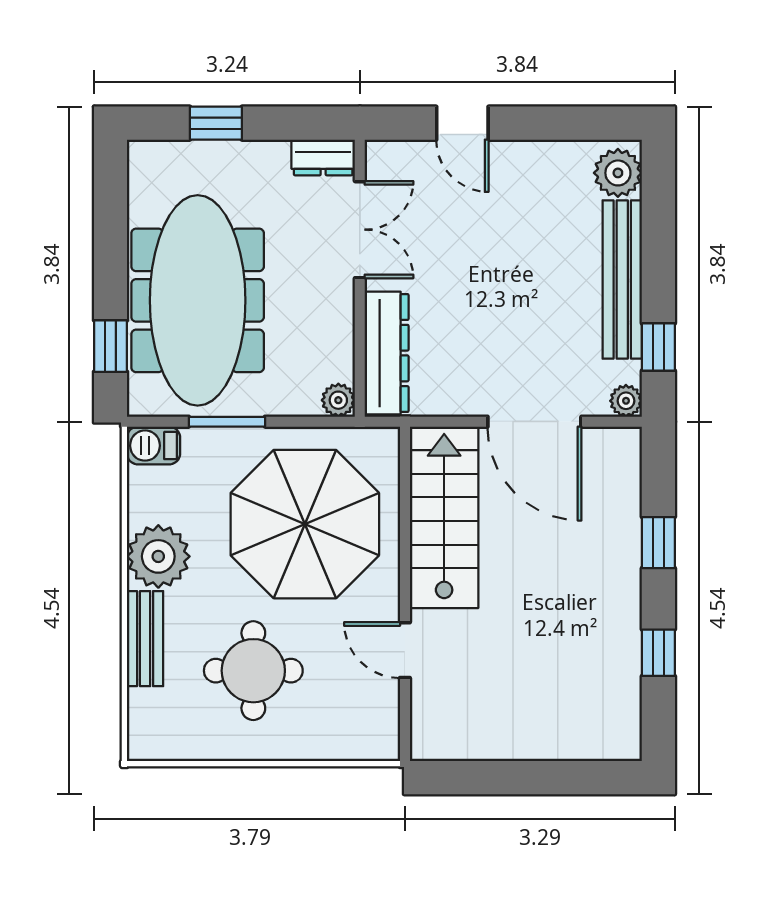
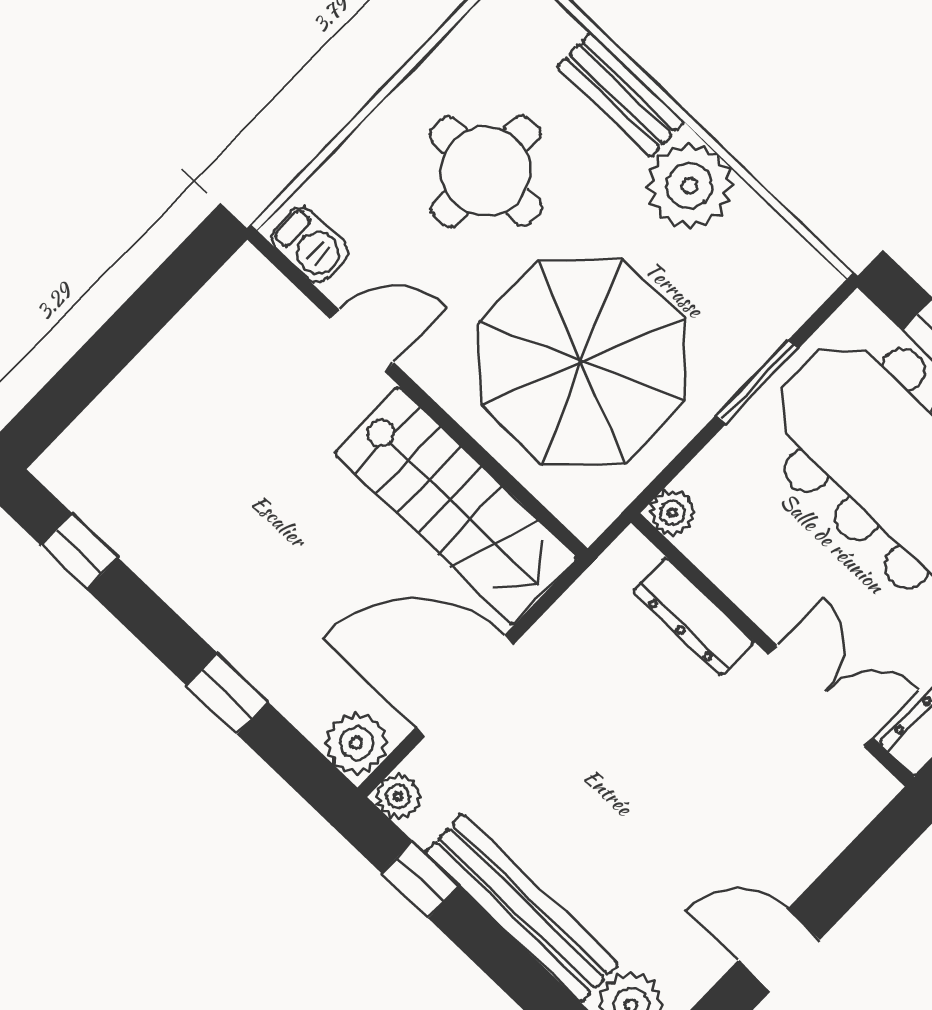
door: (462, 123) -> (779, 950), moved
double door: (360, 230) -> (821, 696), swing flipped
dresser: (387, 353) -> (693, 617), width x0.73, depth x0.80
barbecue: (154, 446) -> (309, 245), moved, turned 90
plant: (619, 450) -> (356, 743), added
window: (658, 653) -> (79, 551), moved

